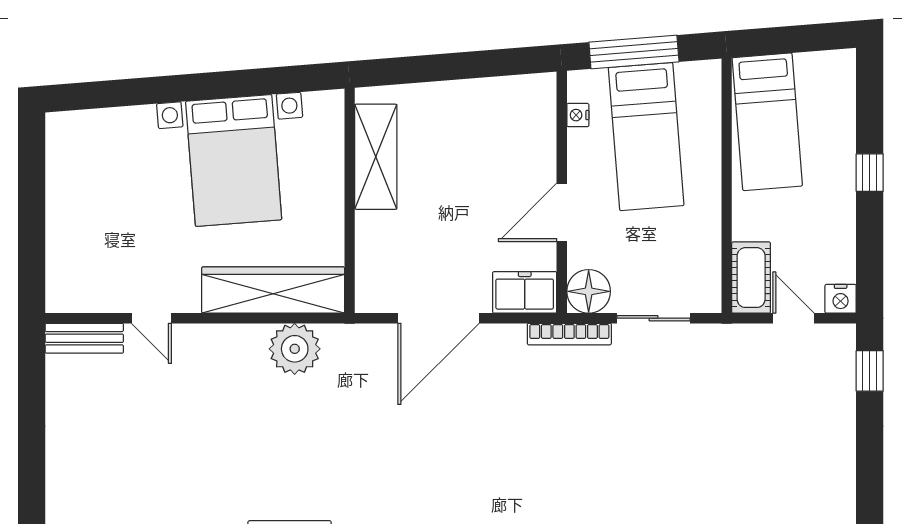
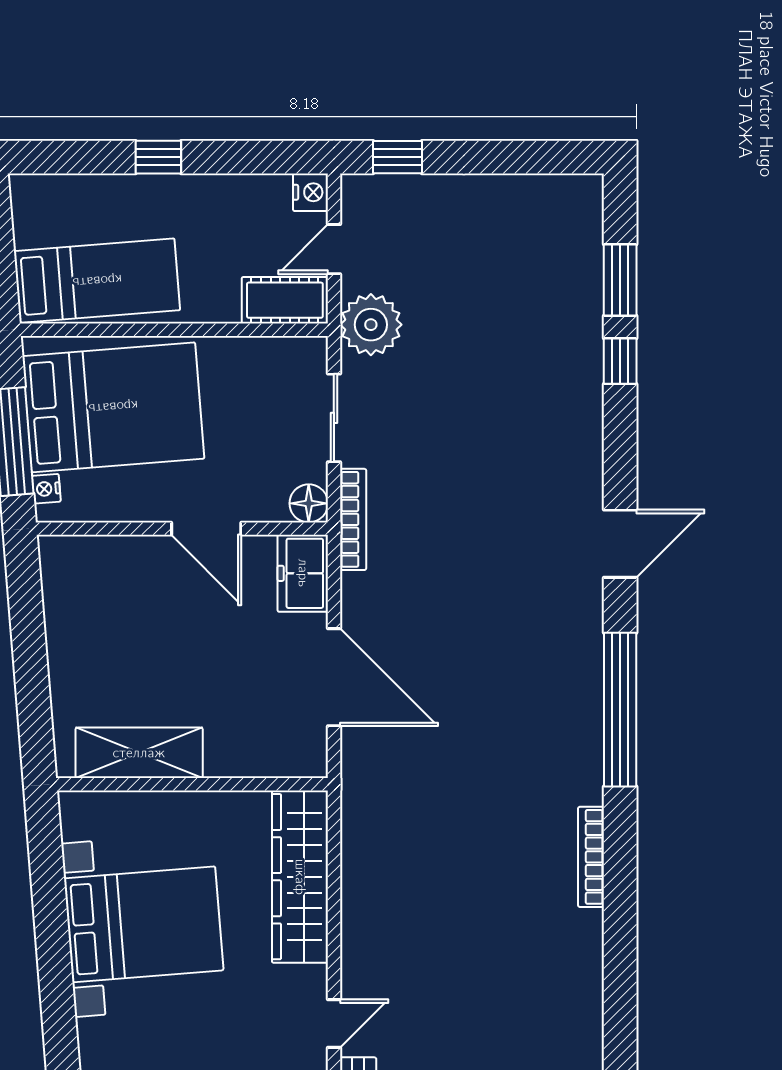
nightstand: (578, 115) -> (46, 489), moved, turned 85
bed: (646, 137) -> (113, 407), width x1.50
floor lamp: (589, 291) -> (309, 503), width x0.73, depth x0.73
plant: (295, 349) -> (371, 325), moved

